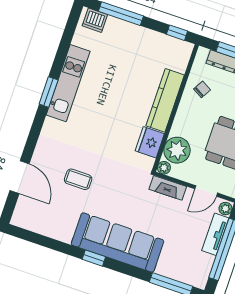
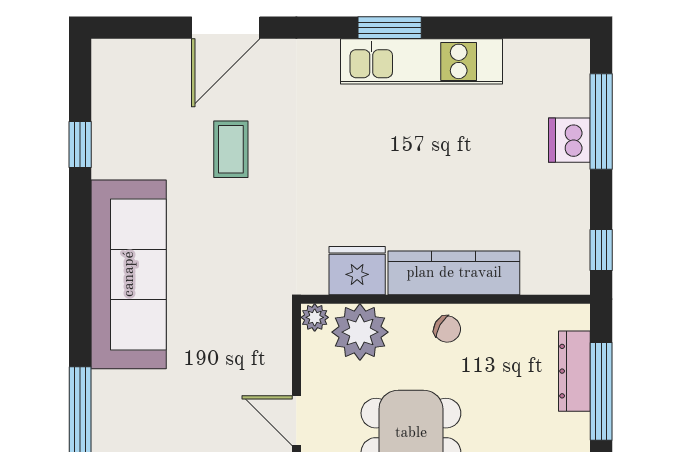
dishwasher: (95, 20) -> (569, 140), moved
chair: (202, 89) -> (447, 329), moved
door: (20, 177) -> (226, 28), moved
fireplace: (168, 188) -> (276, 339), removed
window: (94, 258) -> (80, 144), moved

